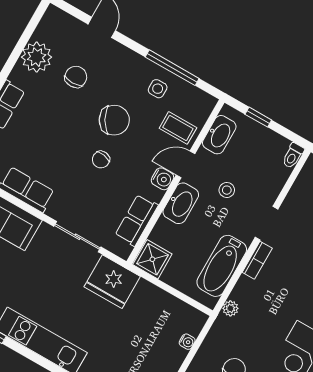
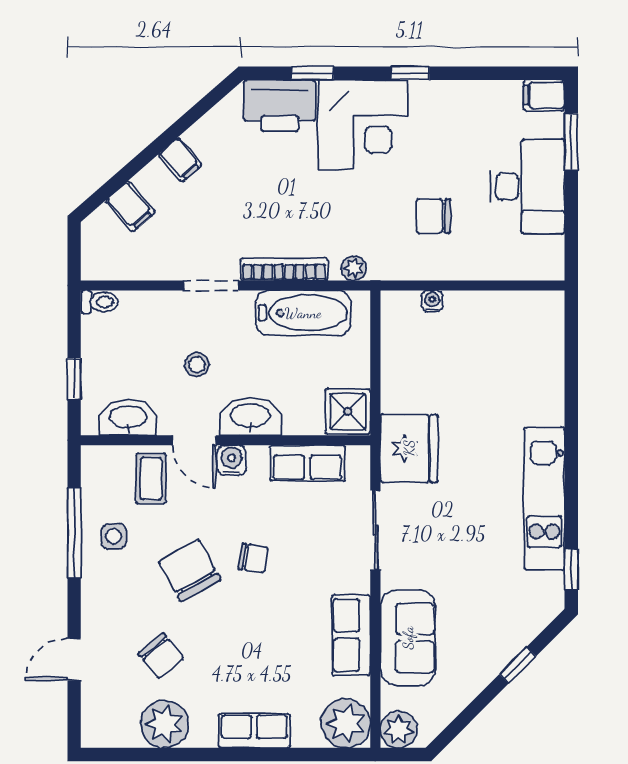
chair: (76, 77) -> (161, 656), turned -129
bookcase: (257, 260) -> (284, 269), width x1.56

